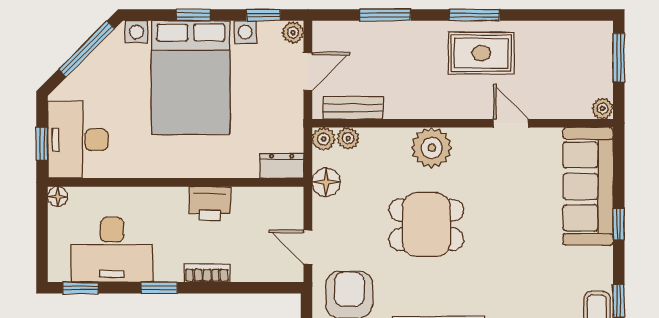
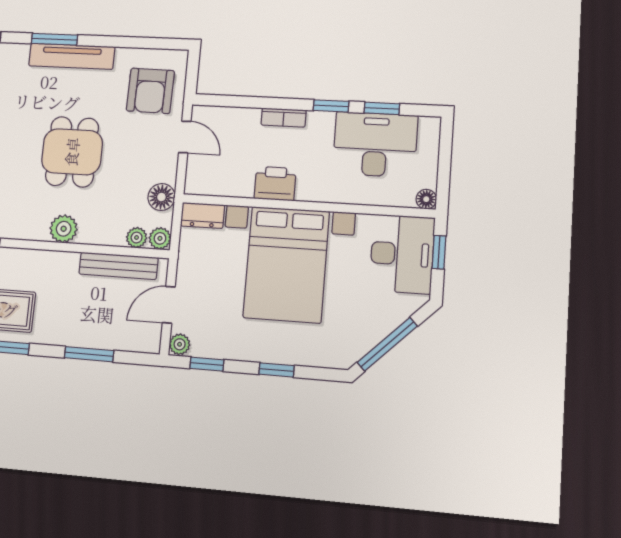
bed with nightstands: (191, 78) -> (286, 264), moved, turned 180
bench: (353, 108) -> (118, 266), width x1.36
plant: (432, 148) -> (64, 229), width x0.73, depth x0.73
dining table: (426, 225) -> (72, 152), turned 90
window: (81, 288) -> (382, 108), moved

